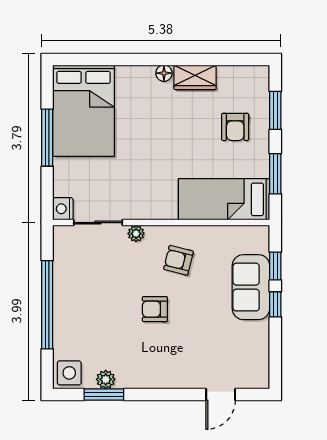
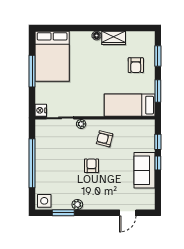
sofa: (251, 287) -> (144, 170), moved
armchair: (155, 309) -> (91, 166), turned 90
plant: (106, 379) -> (77, 204), moved

